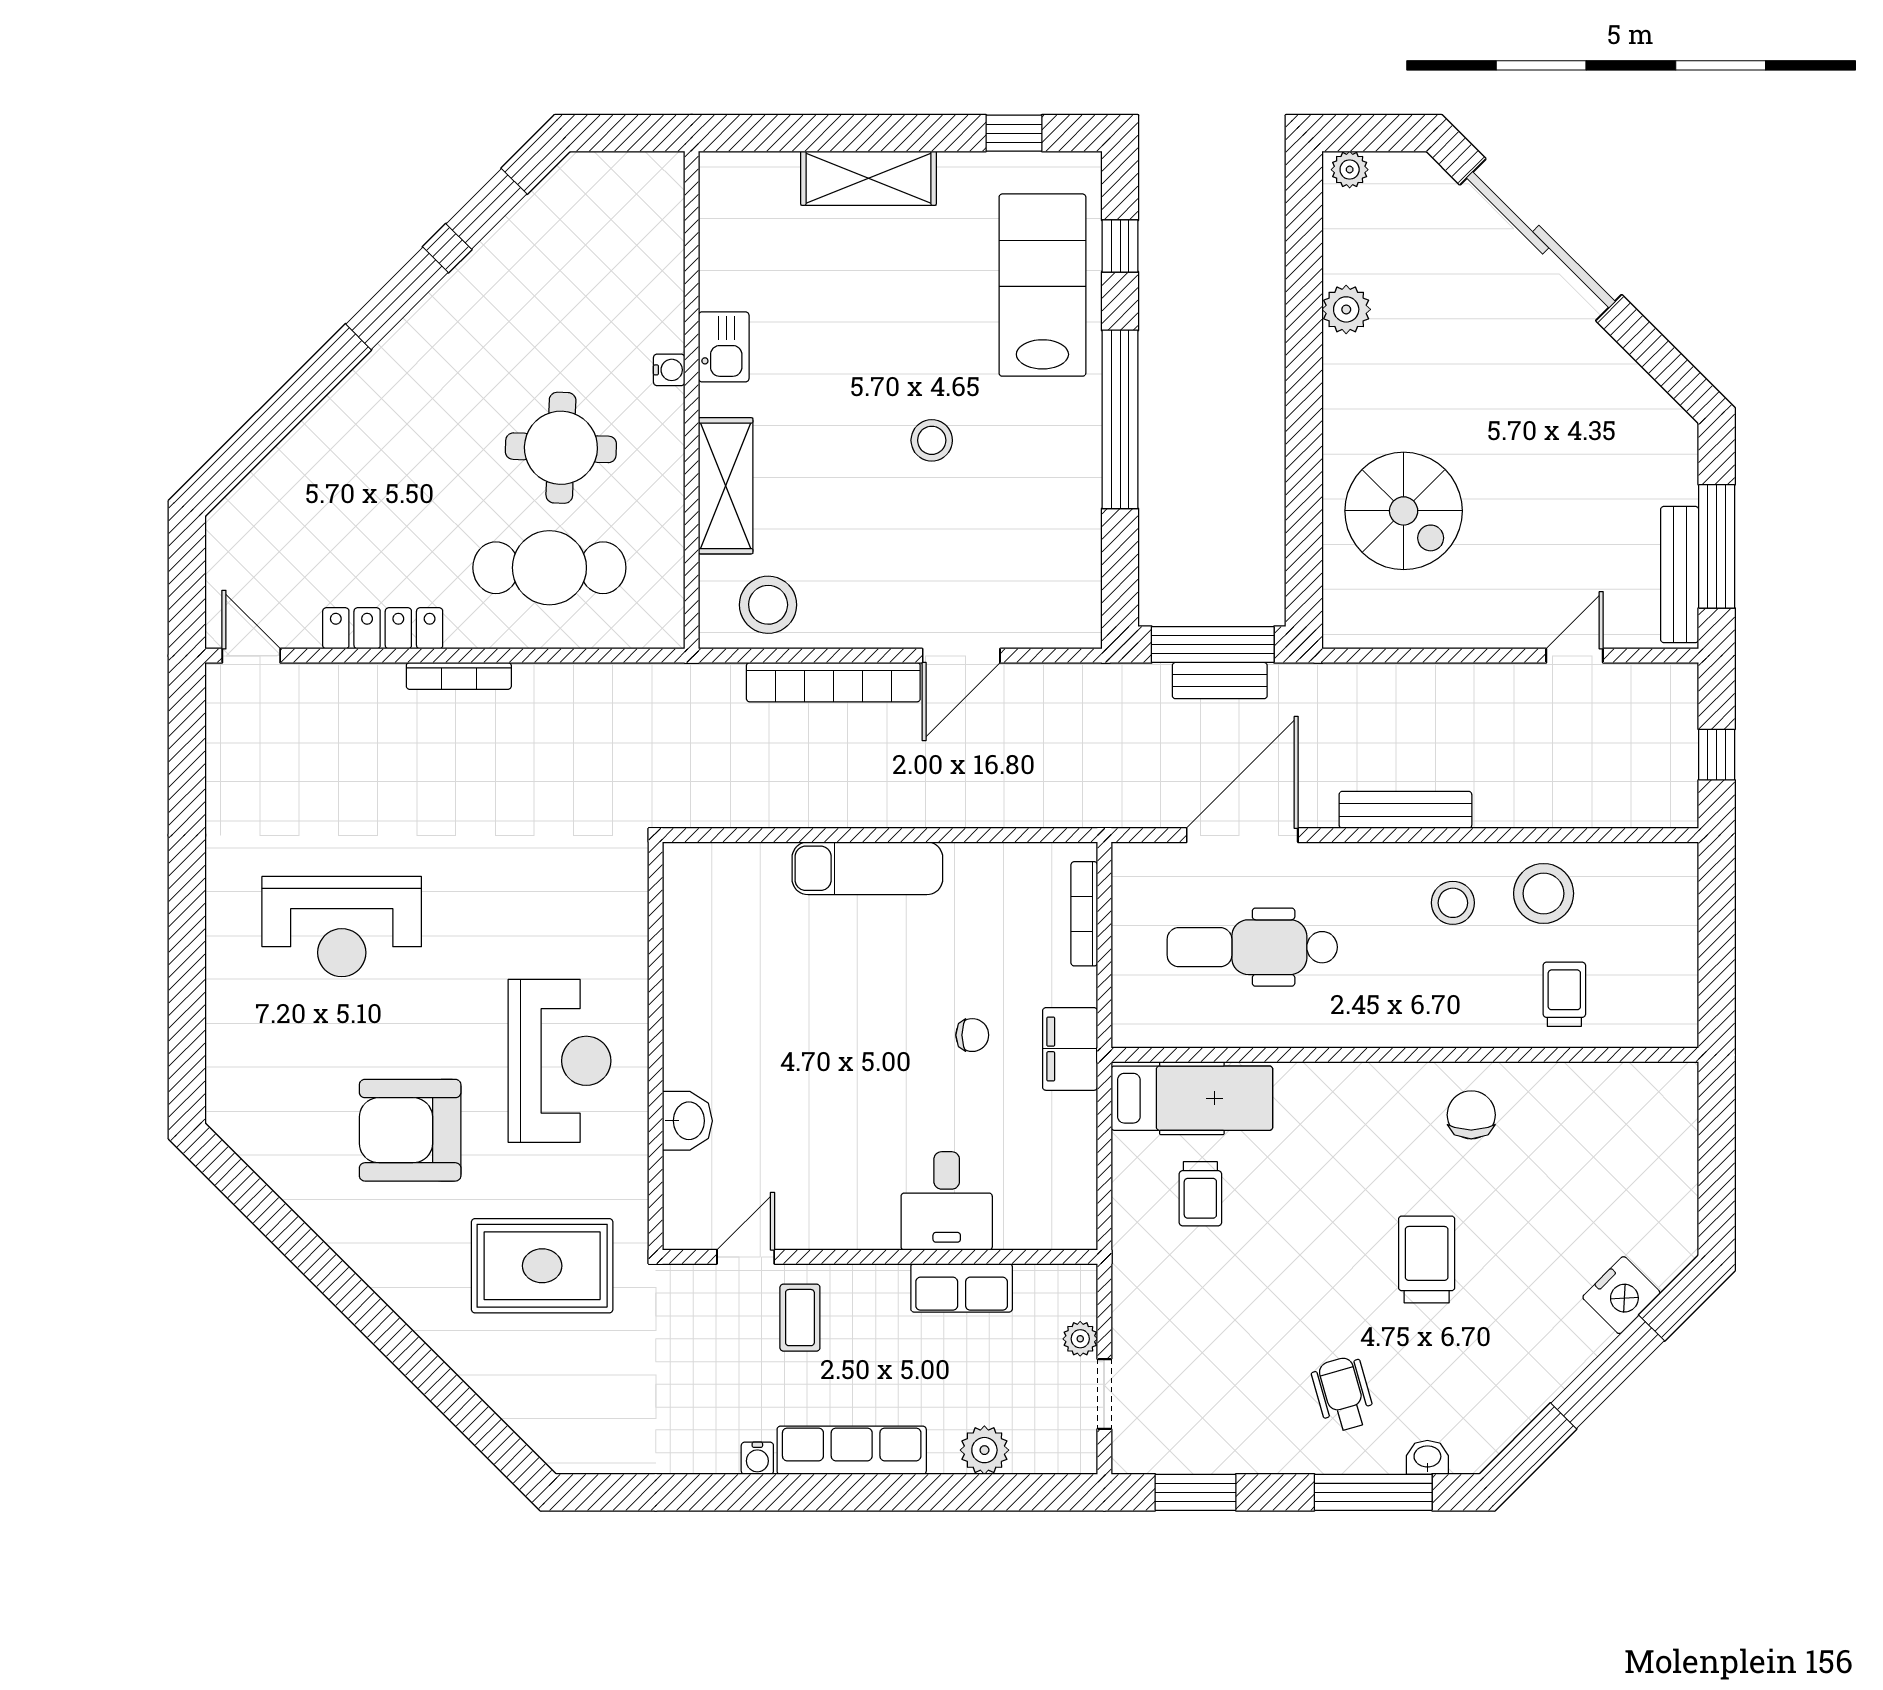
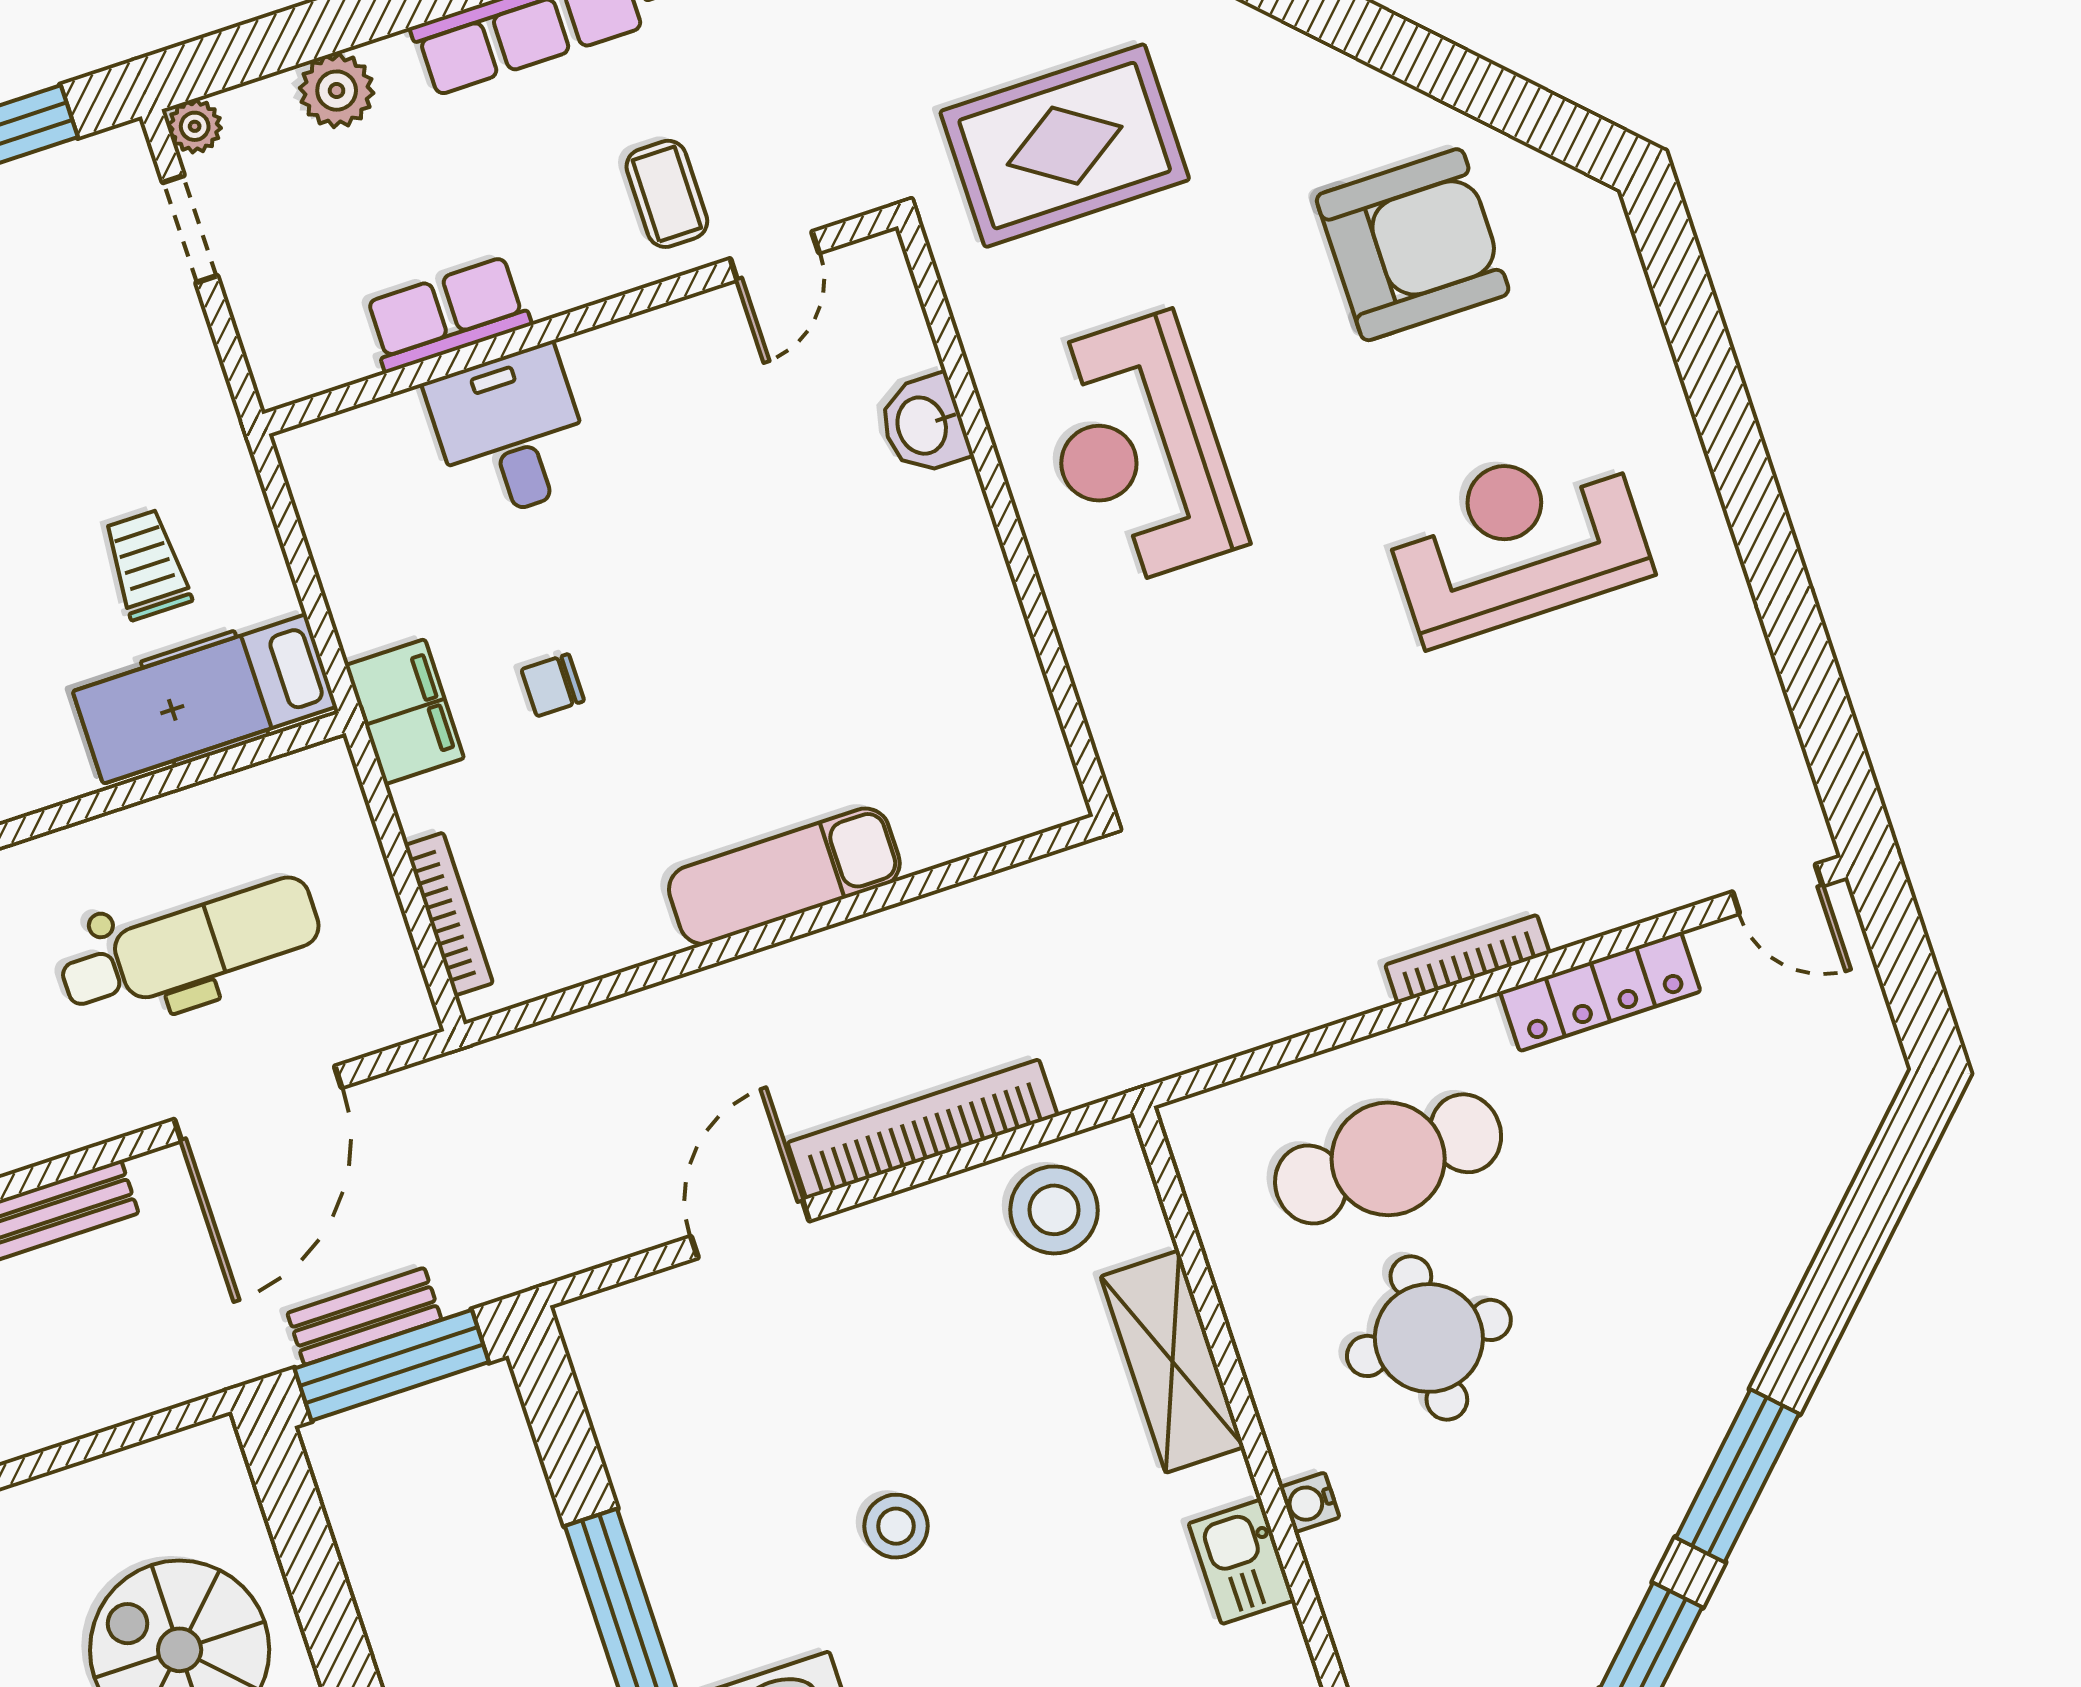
armchair: (410, 1130) -> (1413, 245), moved
plant: (1080, 1339) -> (195, 126), moved

